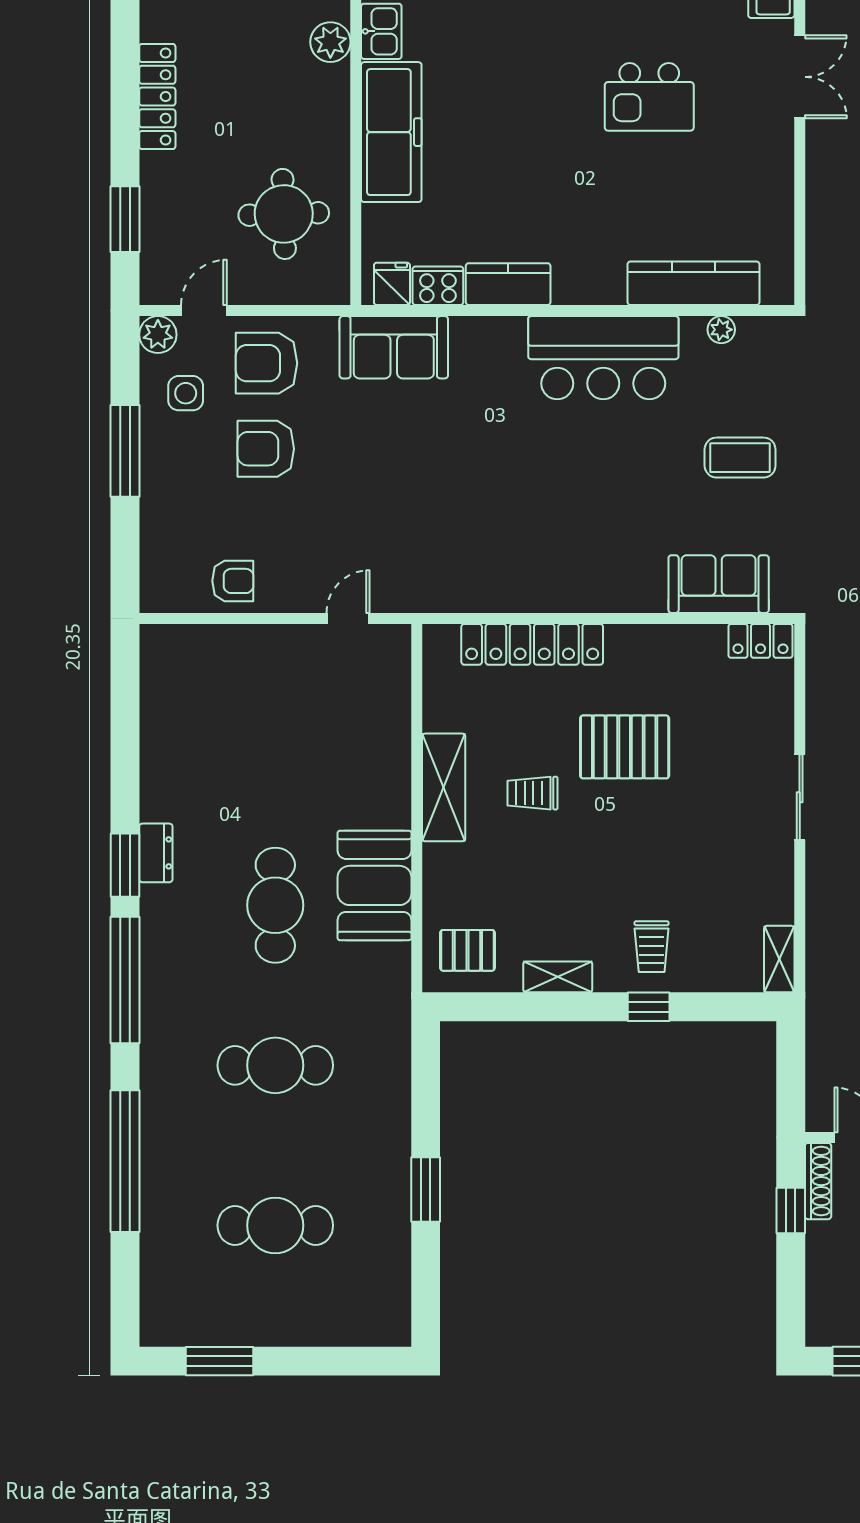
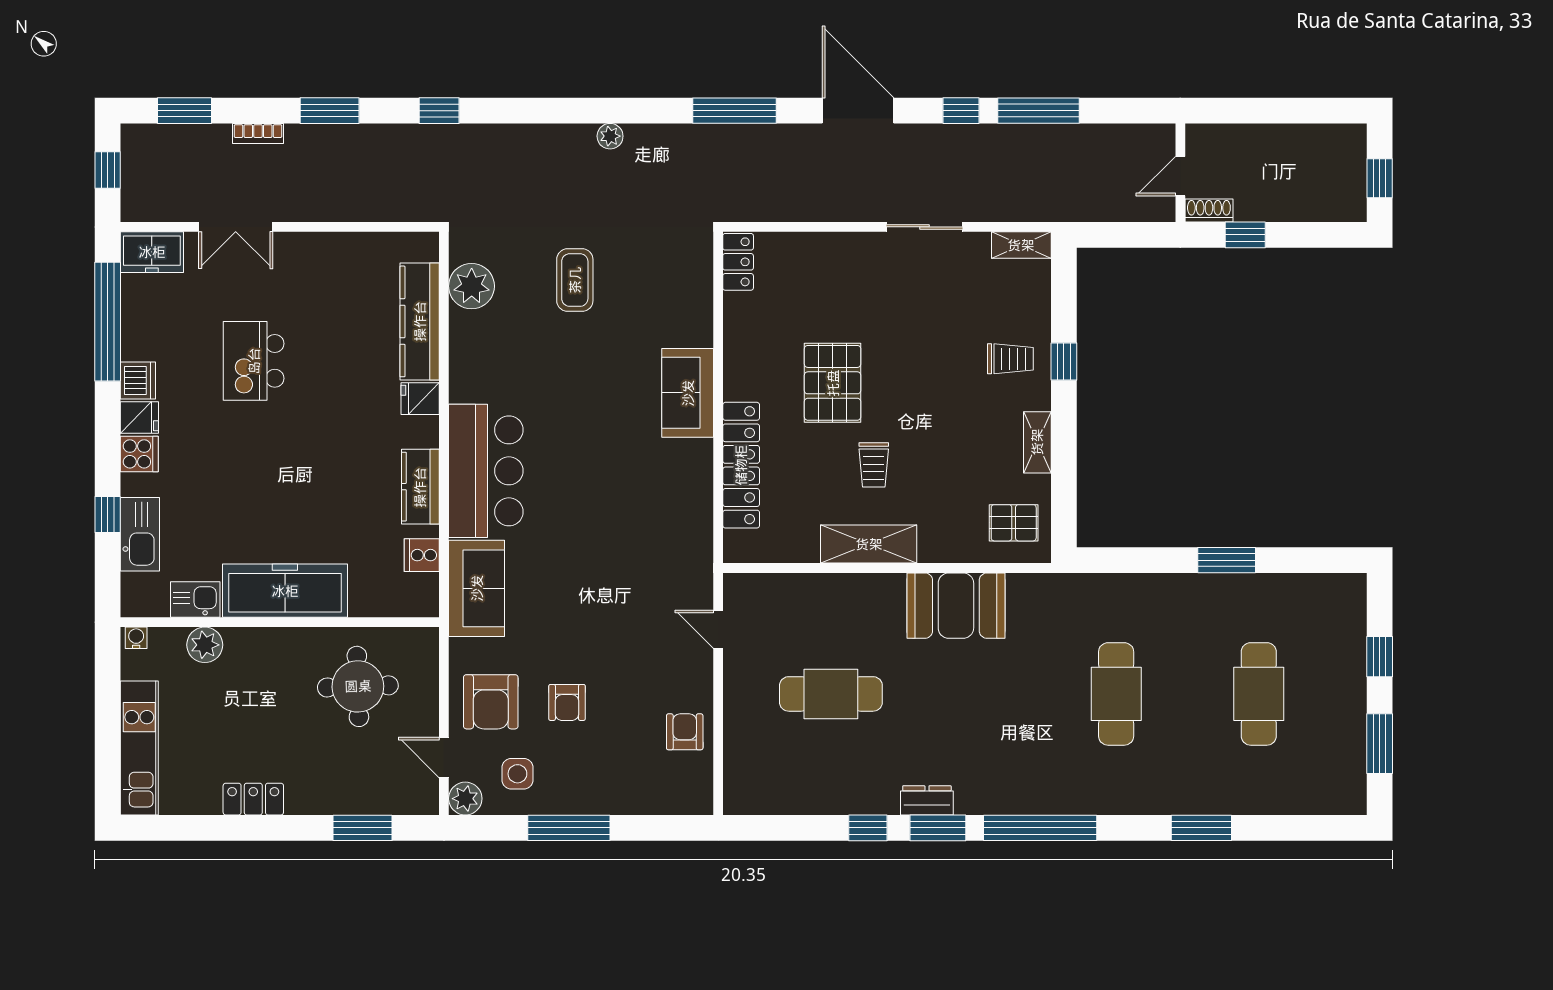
double door: (800, 77) -> (236, 227), swing flipped
locker: (157, 97) -> (253, 799), width x0.66
kitchen island: (649, 97) -> (254, 361), turned 180
fridge: (392, 284) -> (420, 399), moved
cooker: (438, 286) -> (422, 555), width x0.73
plant: (721, 330) -> (472, 286), width x1.88, depth x1.88
bar counter: (603, 358) -> (486, 471), moved
armchair: (266, 449) -> (567, 702), width x0.72, depth x0.72
sofa: (719, 584) -> (688, 393), moved
window: (125, 787) -> (868, 828), added
sliding door: (800, 797) -> (924, 227), moved
cafe table: (275, 905) -> (831, 694), moved
pallet: (467, 950) -> (1014, 523), turned 90
window: (125, 1161) -> (1201, 828), width x0.47
shoe rack: (818, 1181) -> (1209, 211), width x0.70
window: (317, 1361) -> (1380, 657), added

